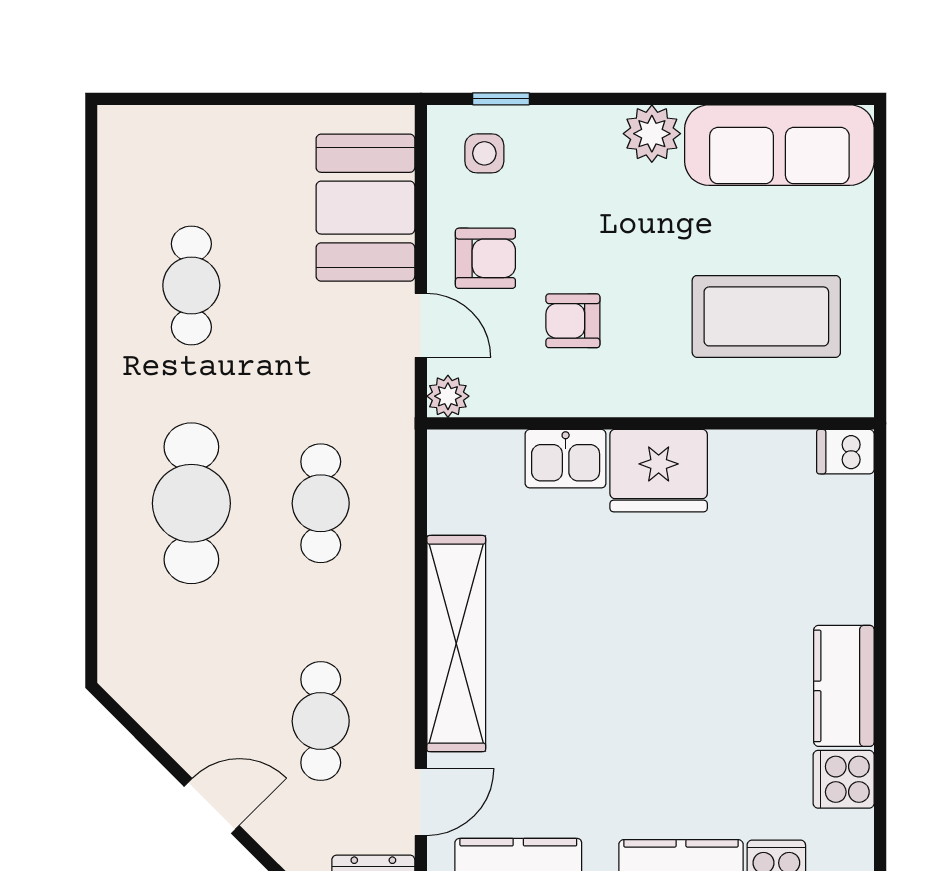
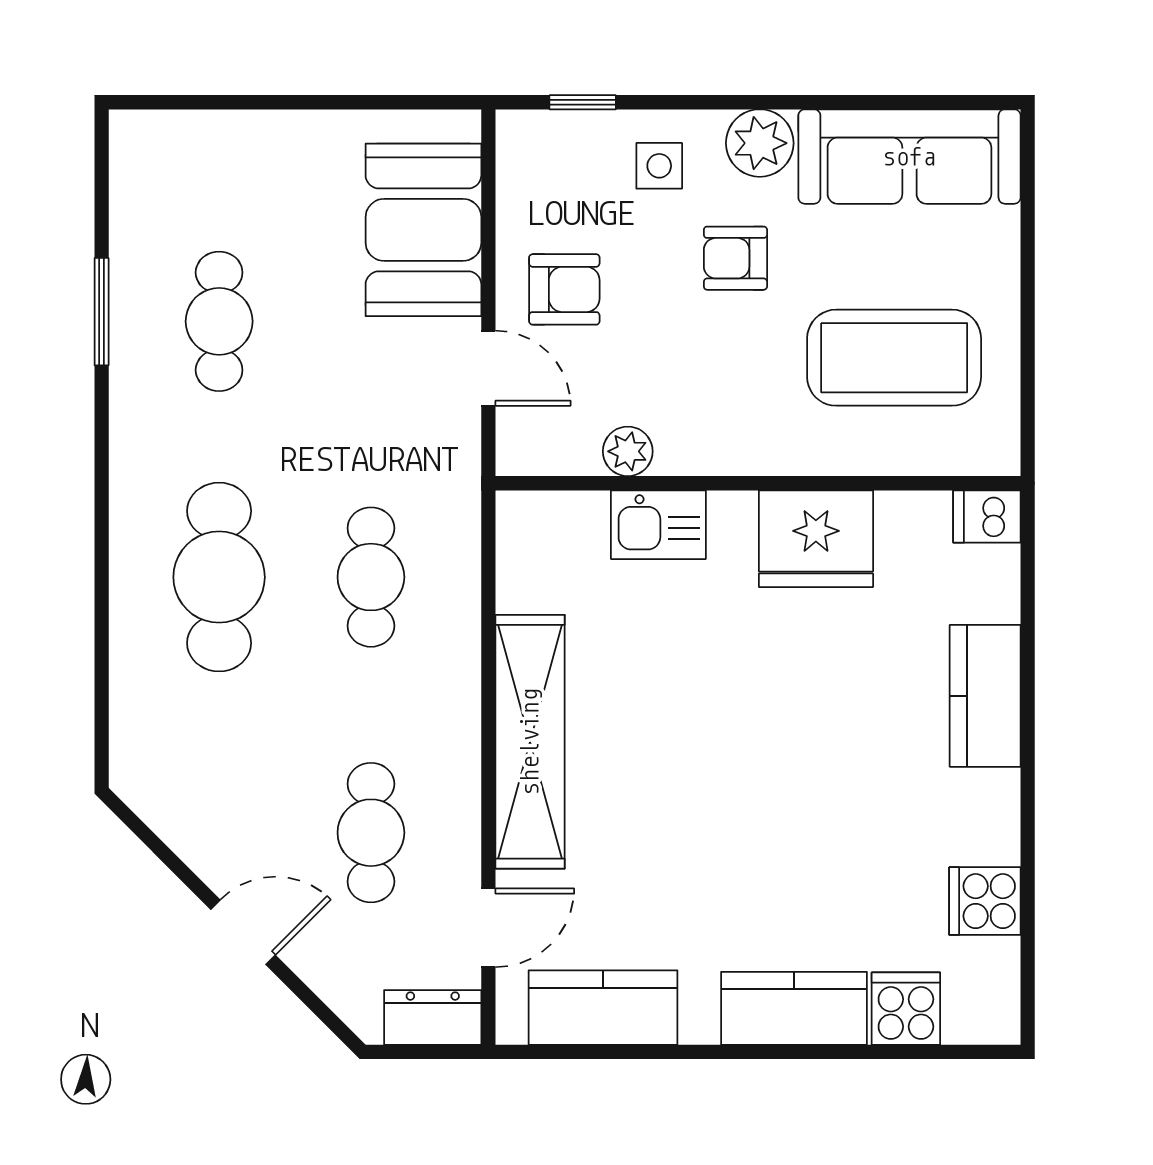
side table: (484, 153) -> (659, 166), moved
window: (91, 277) -> (102, 312), added
armchair: (573, 321) -> (735, 258), moved
plant: (448, 396) -> (628, 451), moved
fridge: (659, 471) -> (816, 539), moved
kitchen counter: (844, 686) -> (985, 696), moved

